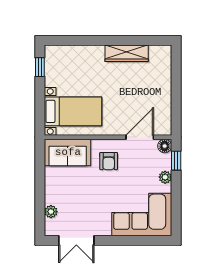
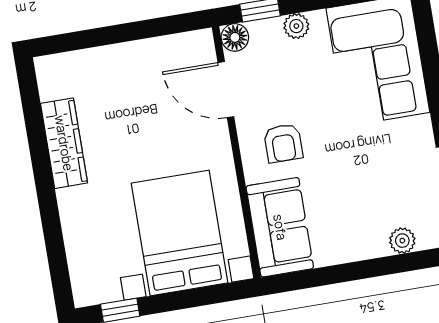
bed with nightstands: (73, 111) -> (180, 233), width x1.36
armchair: (109, 161) -> (283, 143), turned 90

